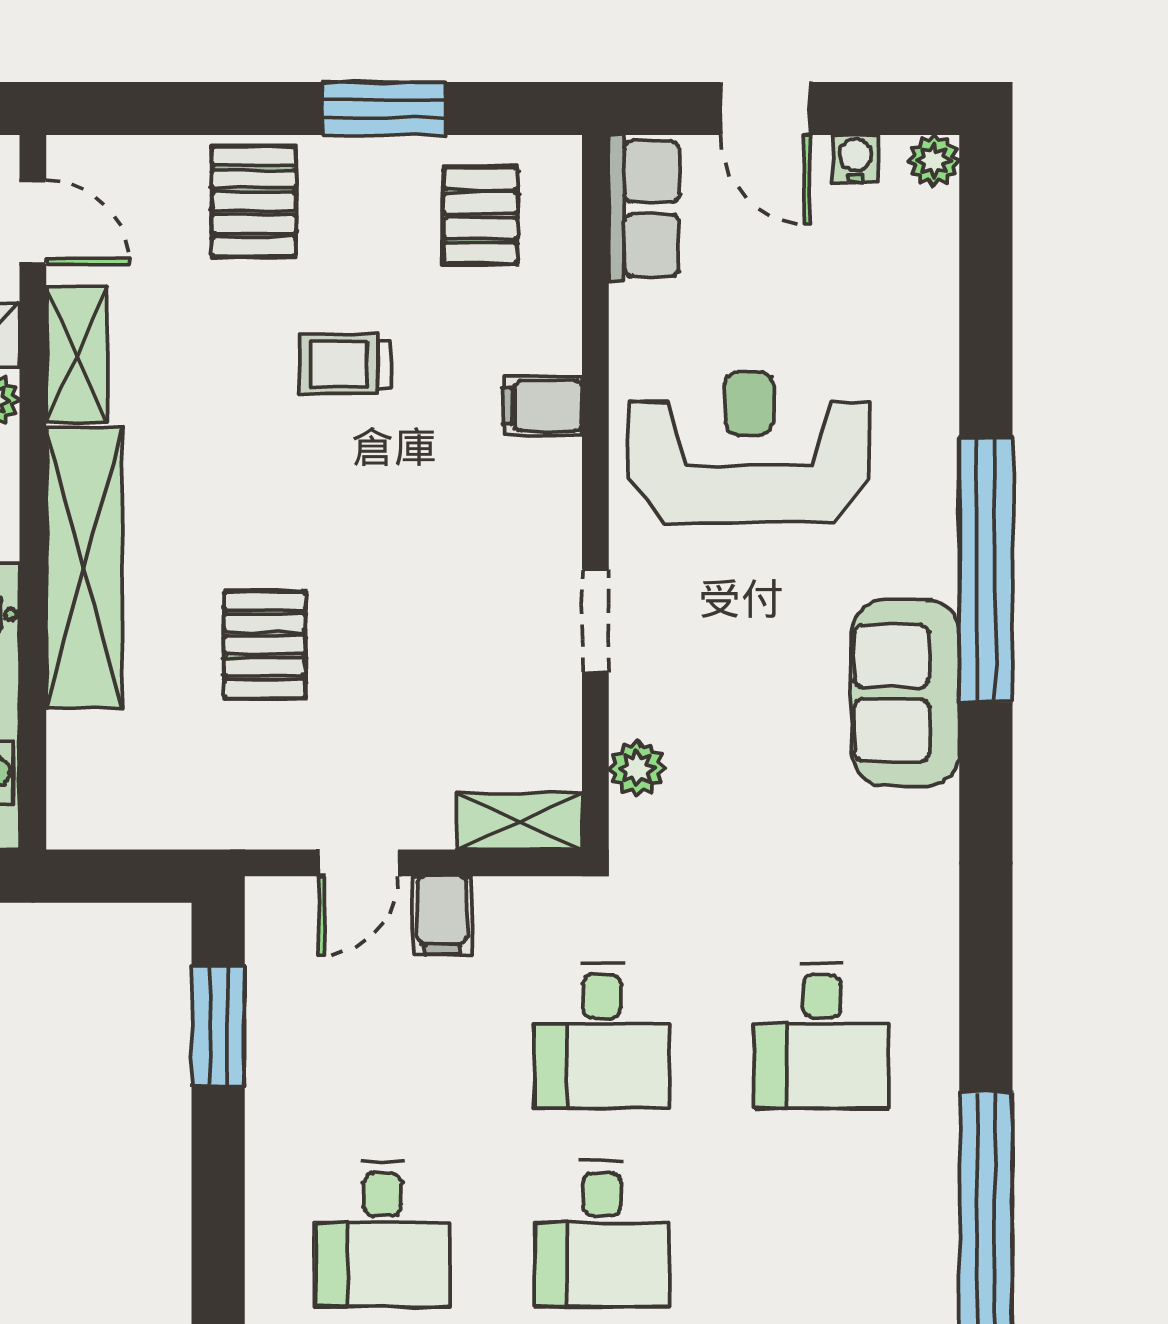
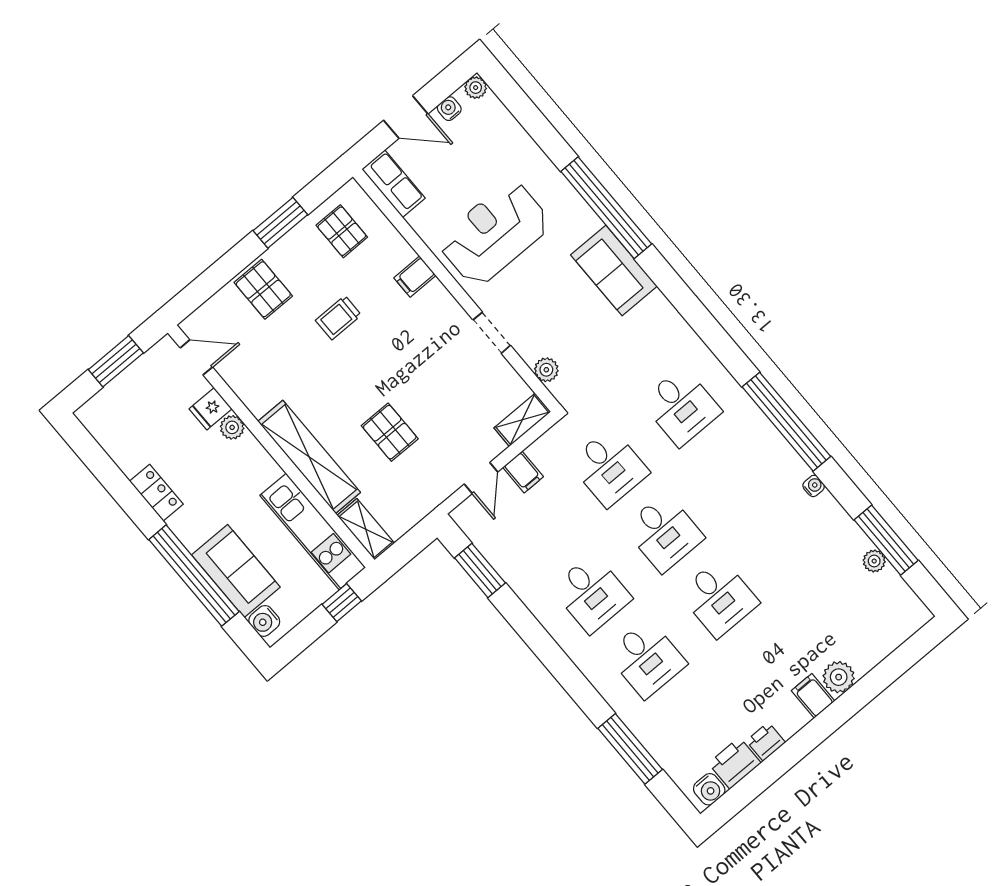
shelving: (77, 354) -> (366, 529), moved

